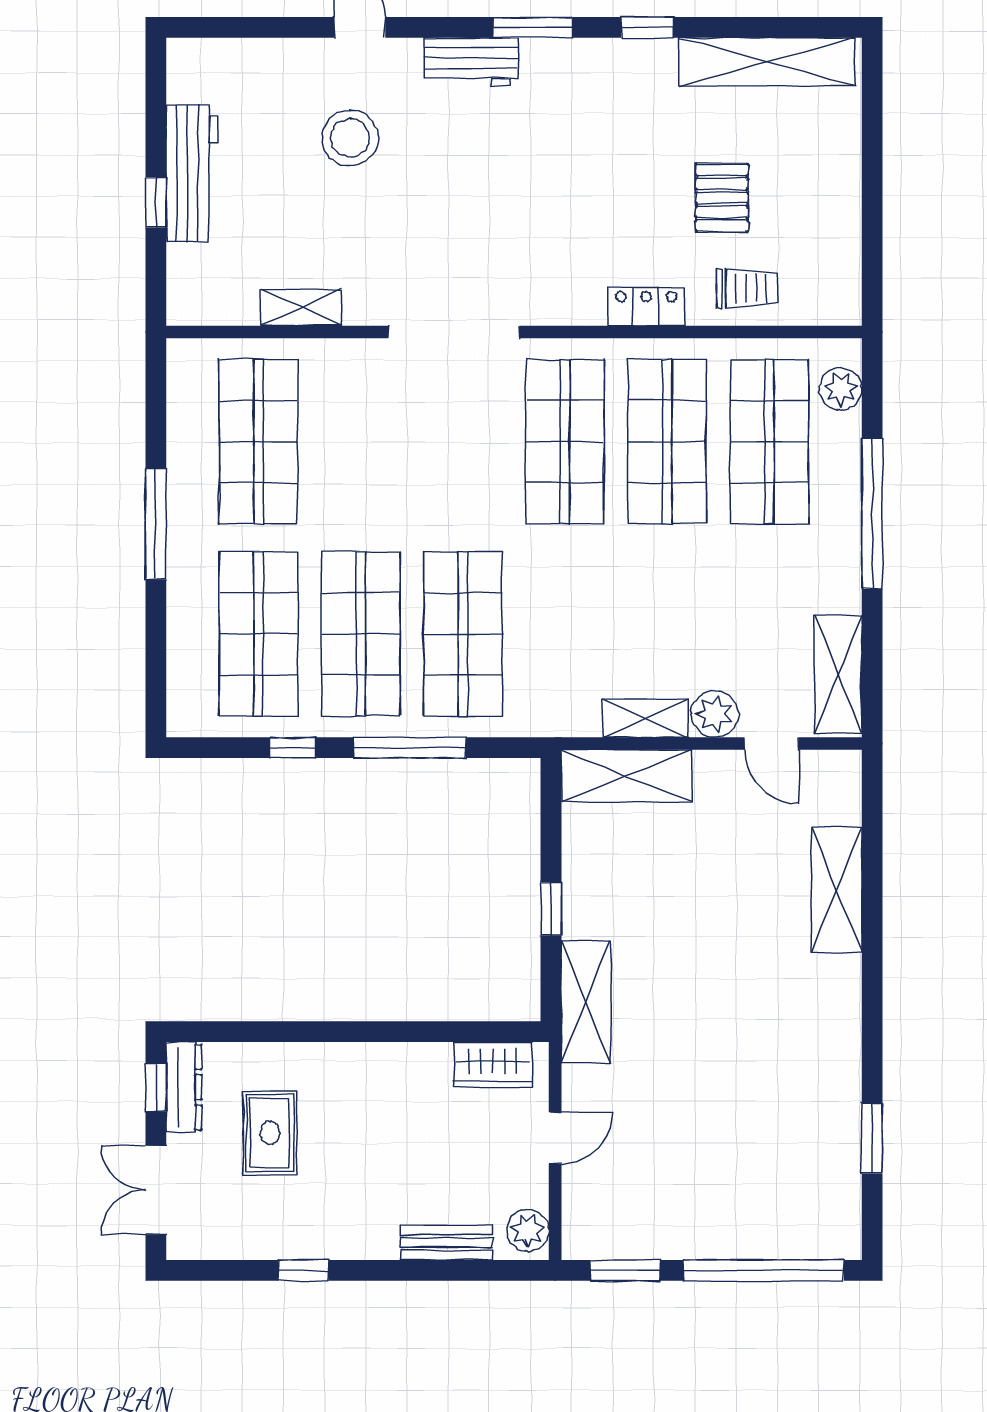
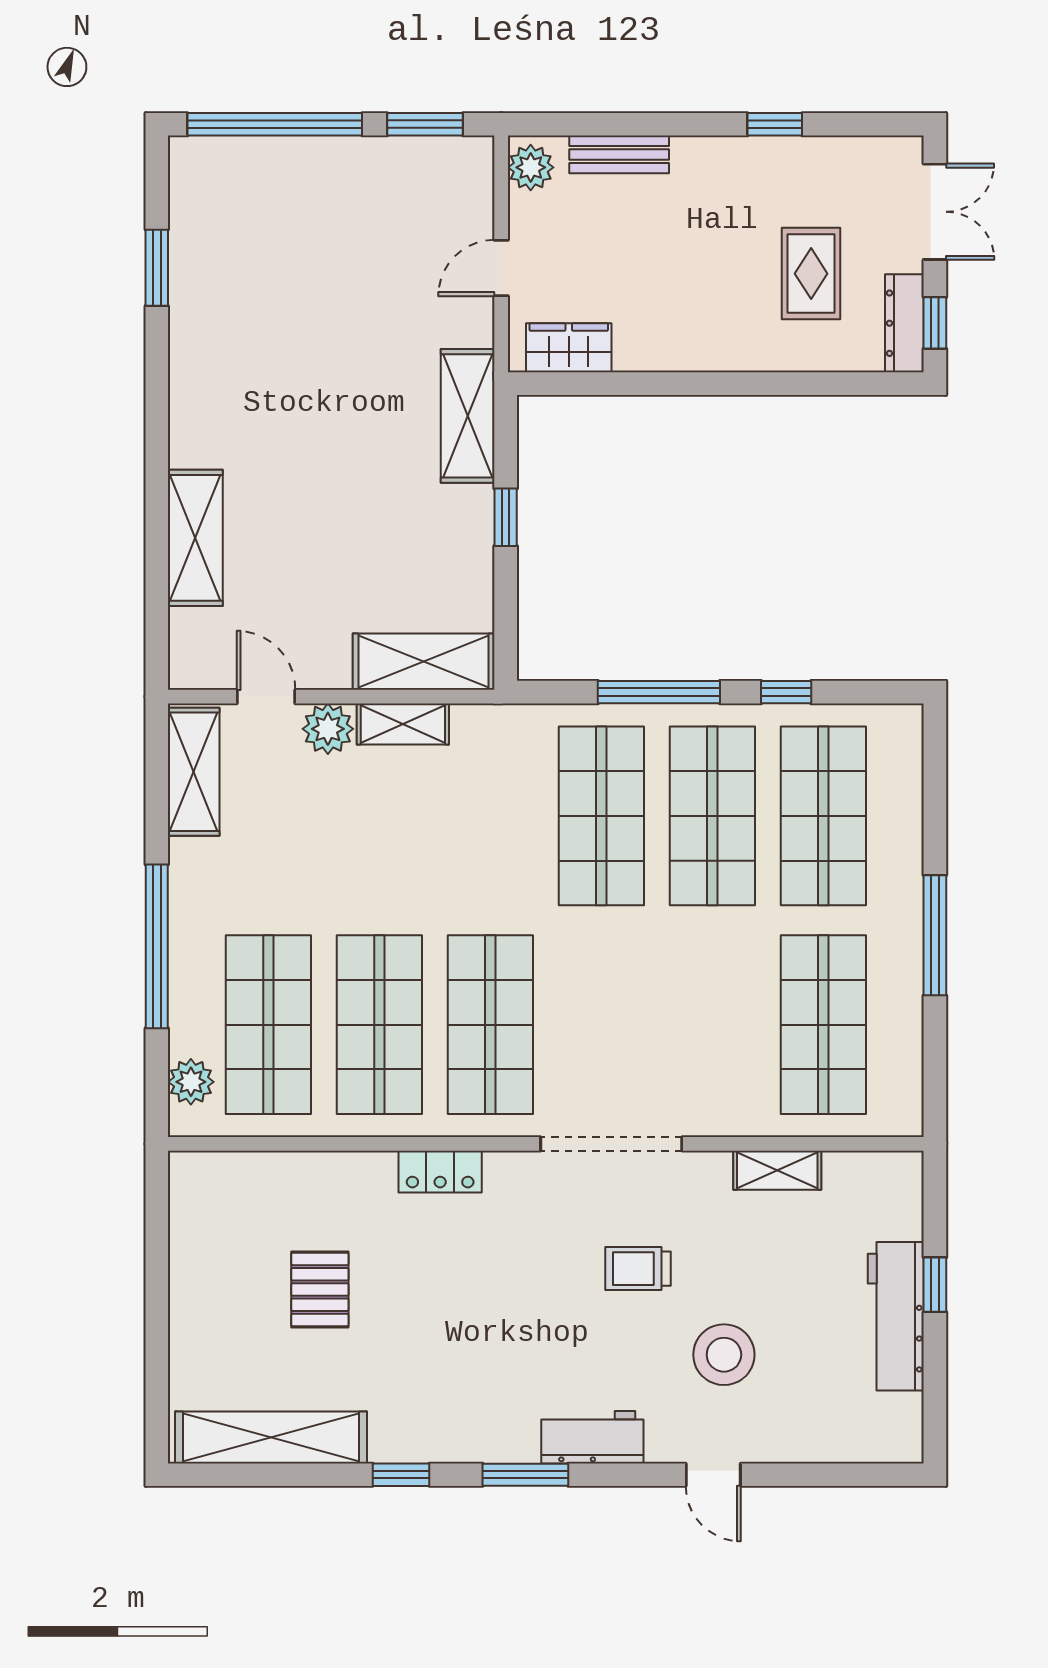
trolley: (747, 289) -> (638, 1269), moved
locker: (646, 306) -> (440, 1172), moved

